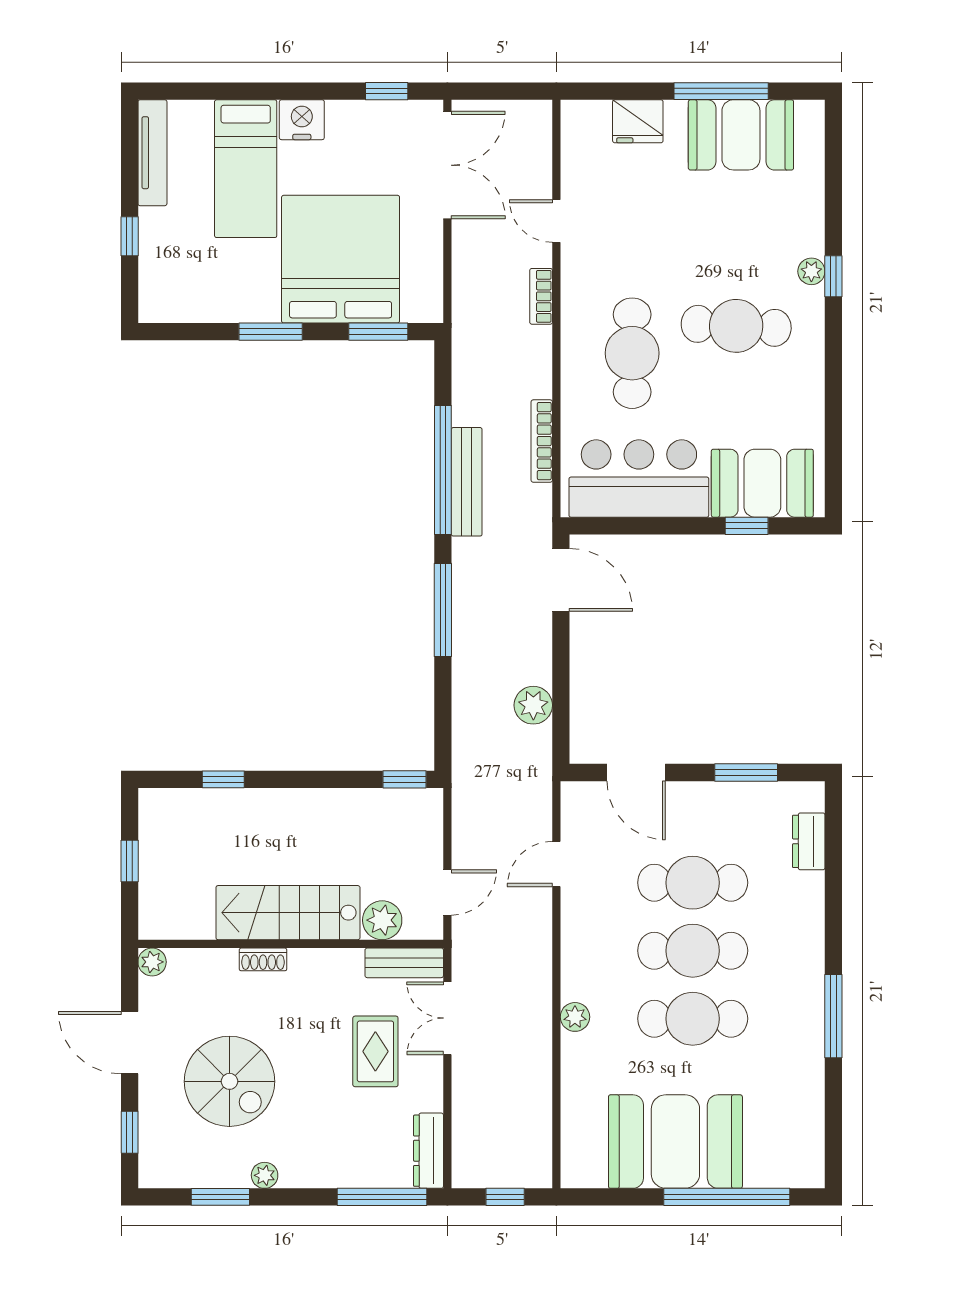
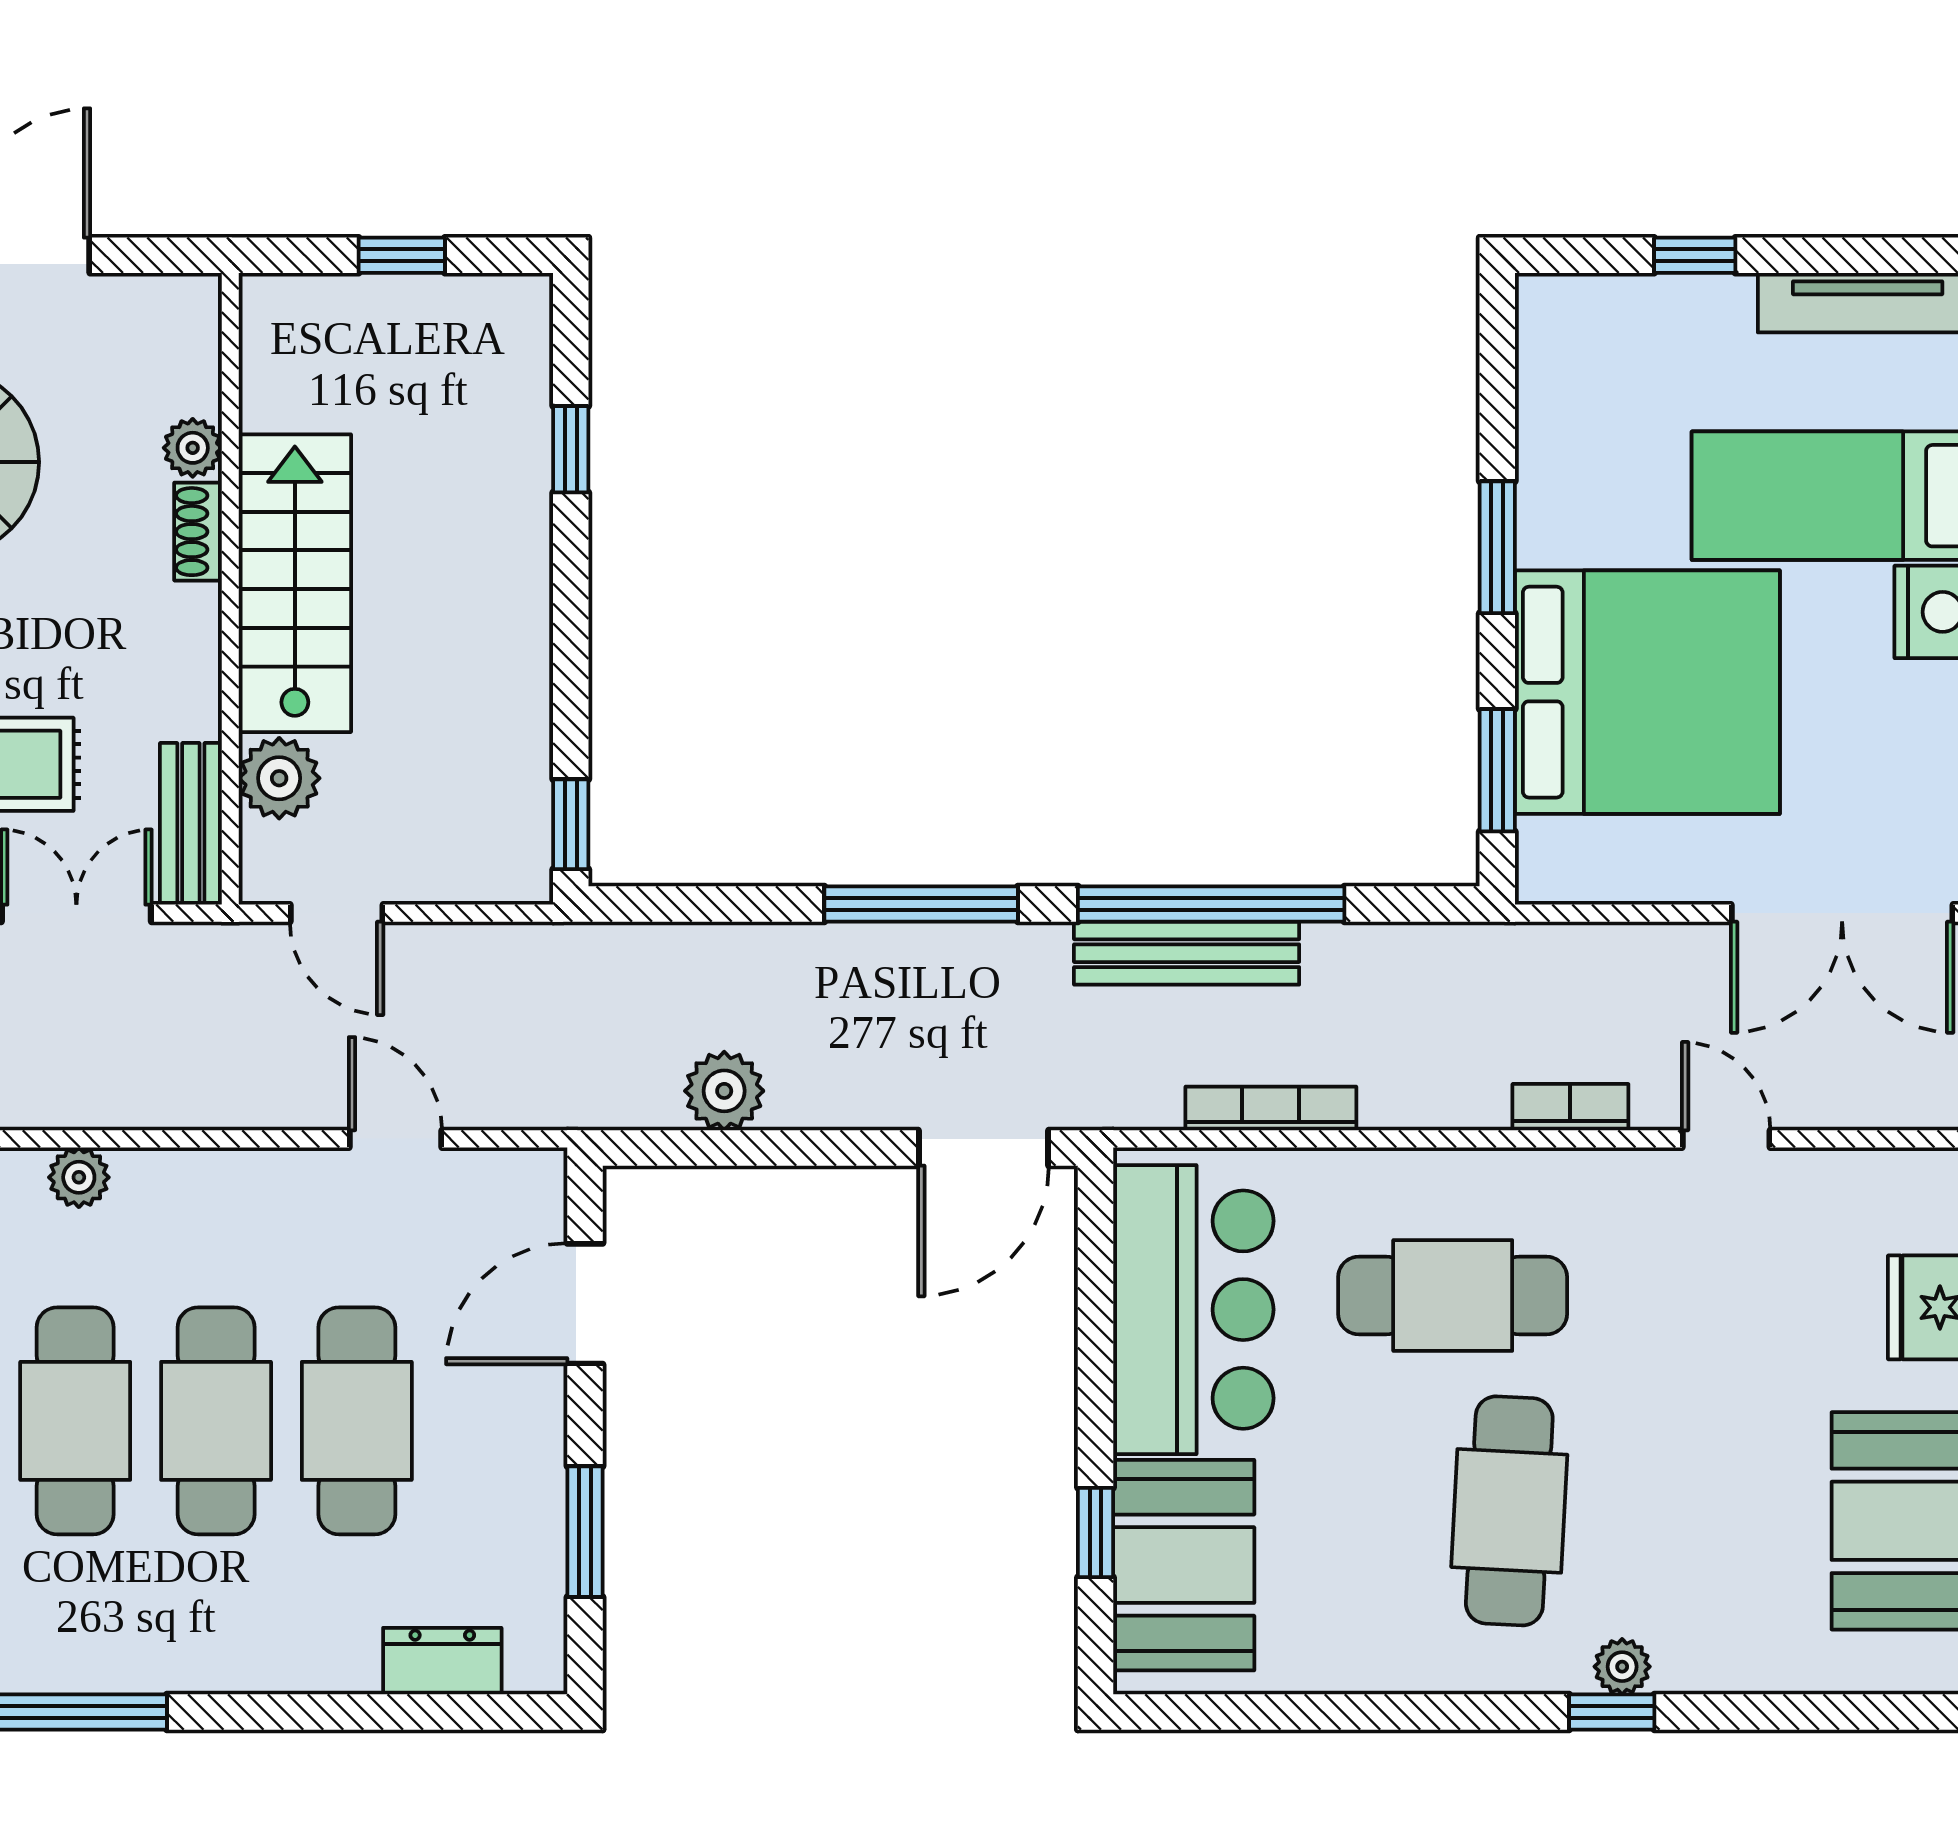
door: (556, 221) -> (1726, 1139), hinge flipped
plant: (152, 962) -> (193, 448), moved

